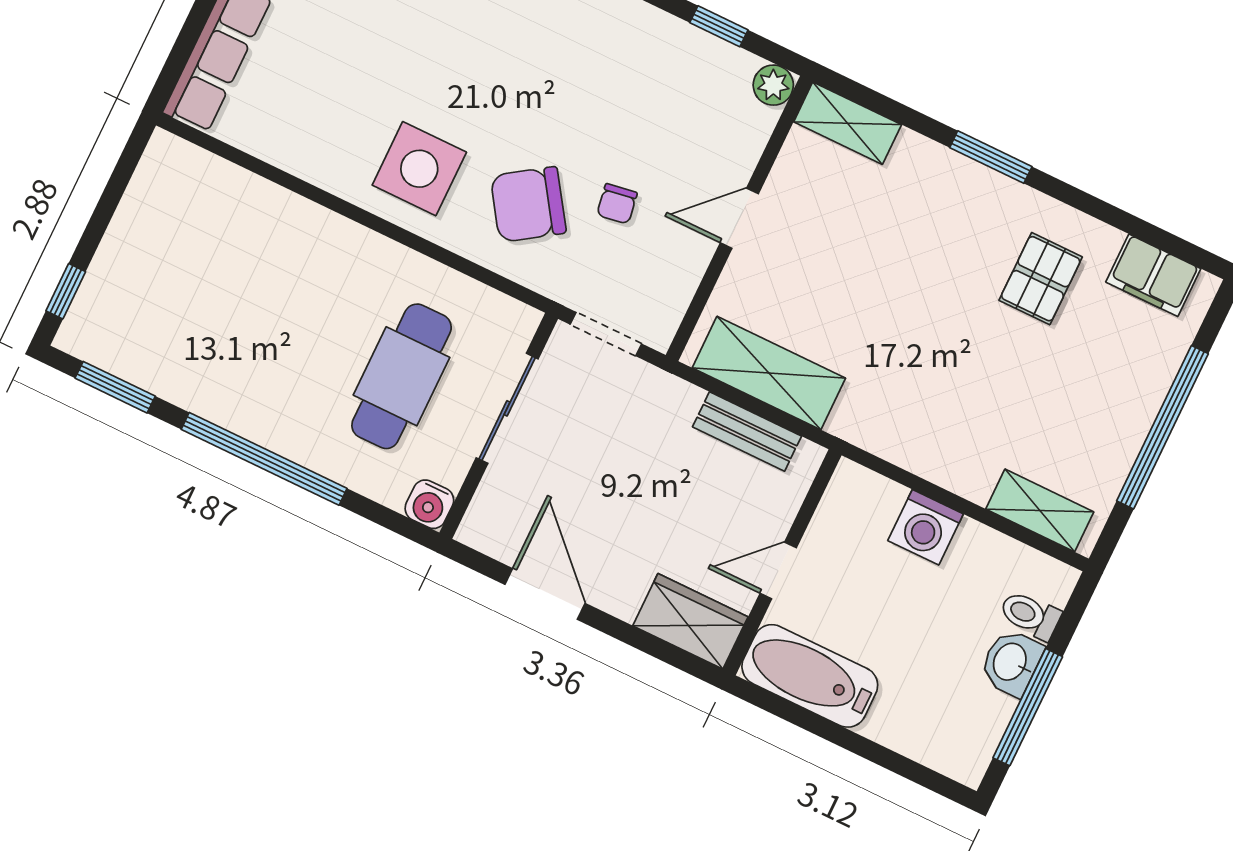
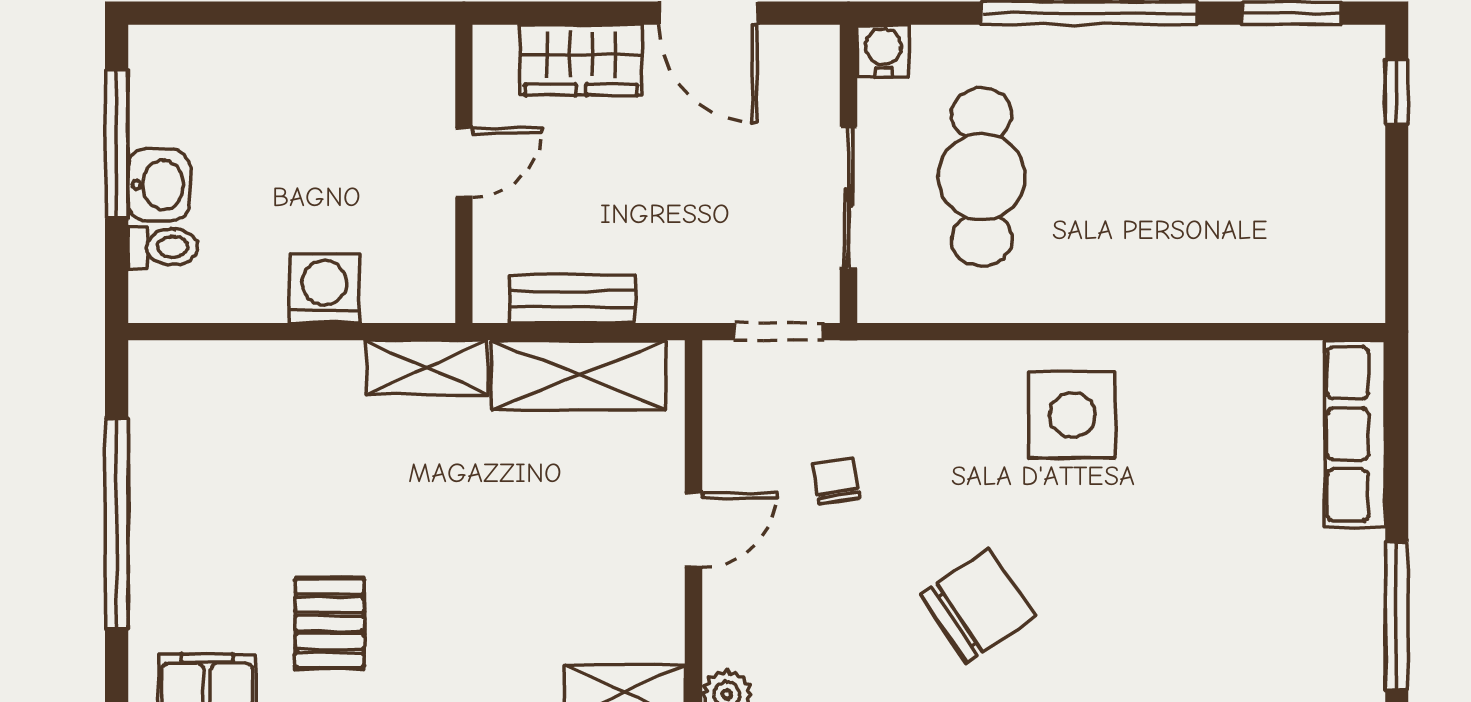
chair: (528, 204) -> (978, 606), moved
shelving: (1040, 510) -> (426, 367), moved
wardrobe: (690, 621) -> (581, 60), moved
bathtub: (810, 676) -> (373, 63), removed

